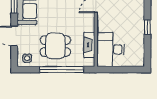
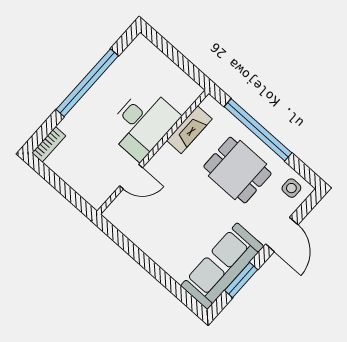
window: (147, 27) -> (87, 83), width x3.17
desk: (110, 50) -> (143, 123), moved

